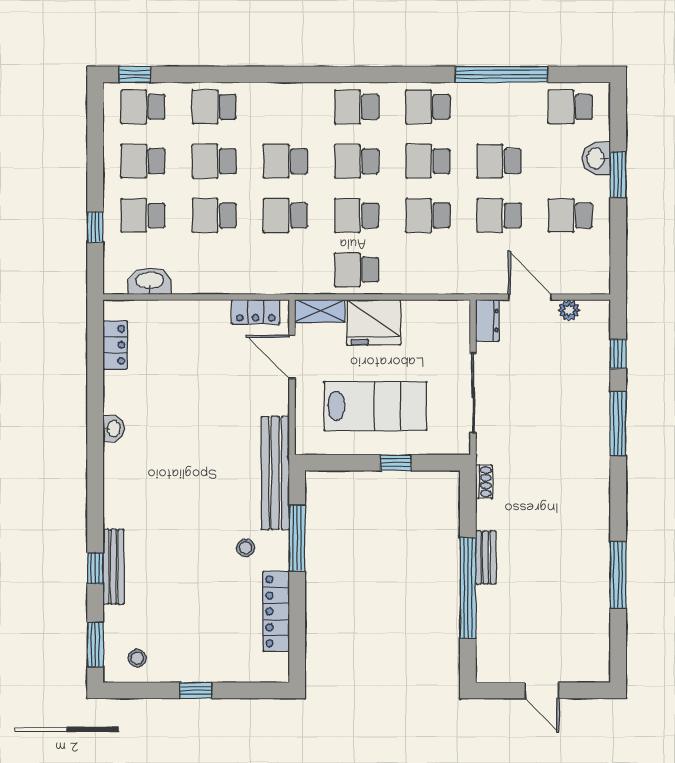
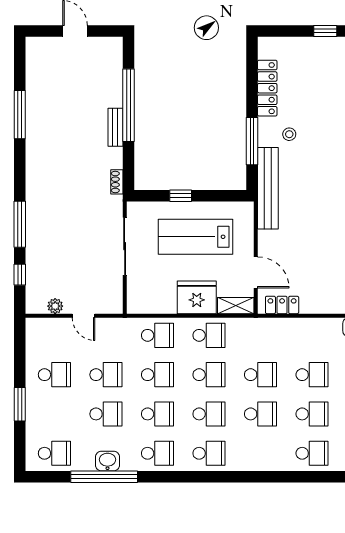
washbasin: (596, 158) -> (108, 461), moved, turned -90
school desk: (428, 270) -> (157, 335), added
door: (530, 297) -> (84, 316), width x0.73
dresser: (487, 320) -> (114, 299), removed

